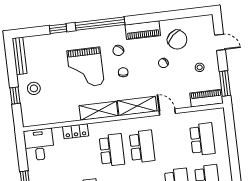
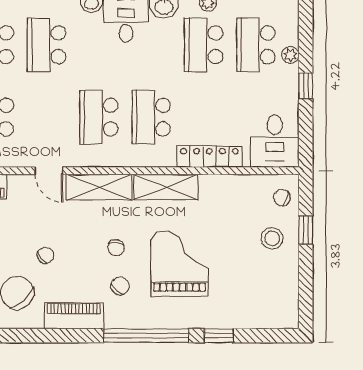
bench: (19, 56) -> (290, 297), removed
chair: (31, 113) -> (282, 197), added
locker: (76, 131) -> (209, 157), width x1.53

